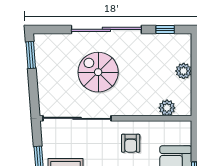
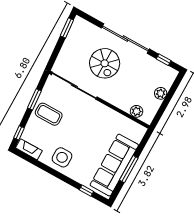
spiral stairs: (98, 72) -> (105, 63), turned 180
armchair: (131, 143) -> (100, 121), removed

